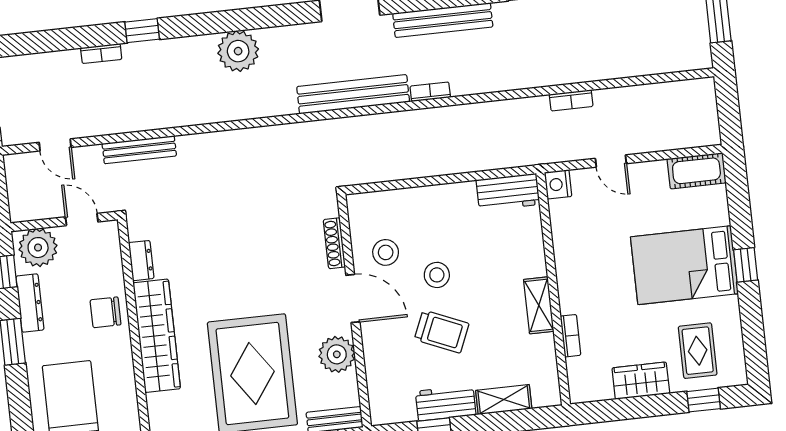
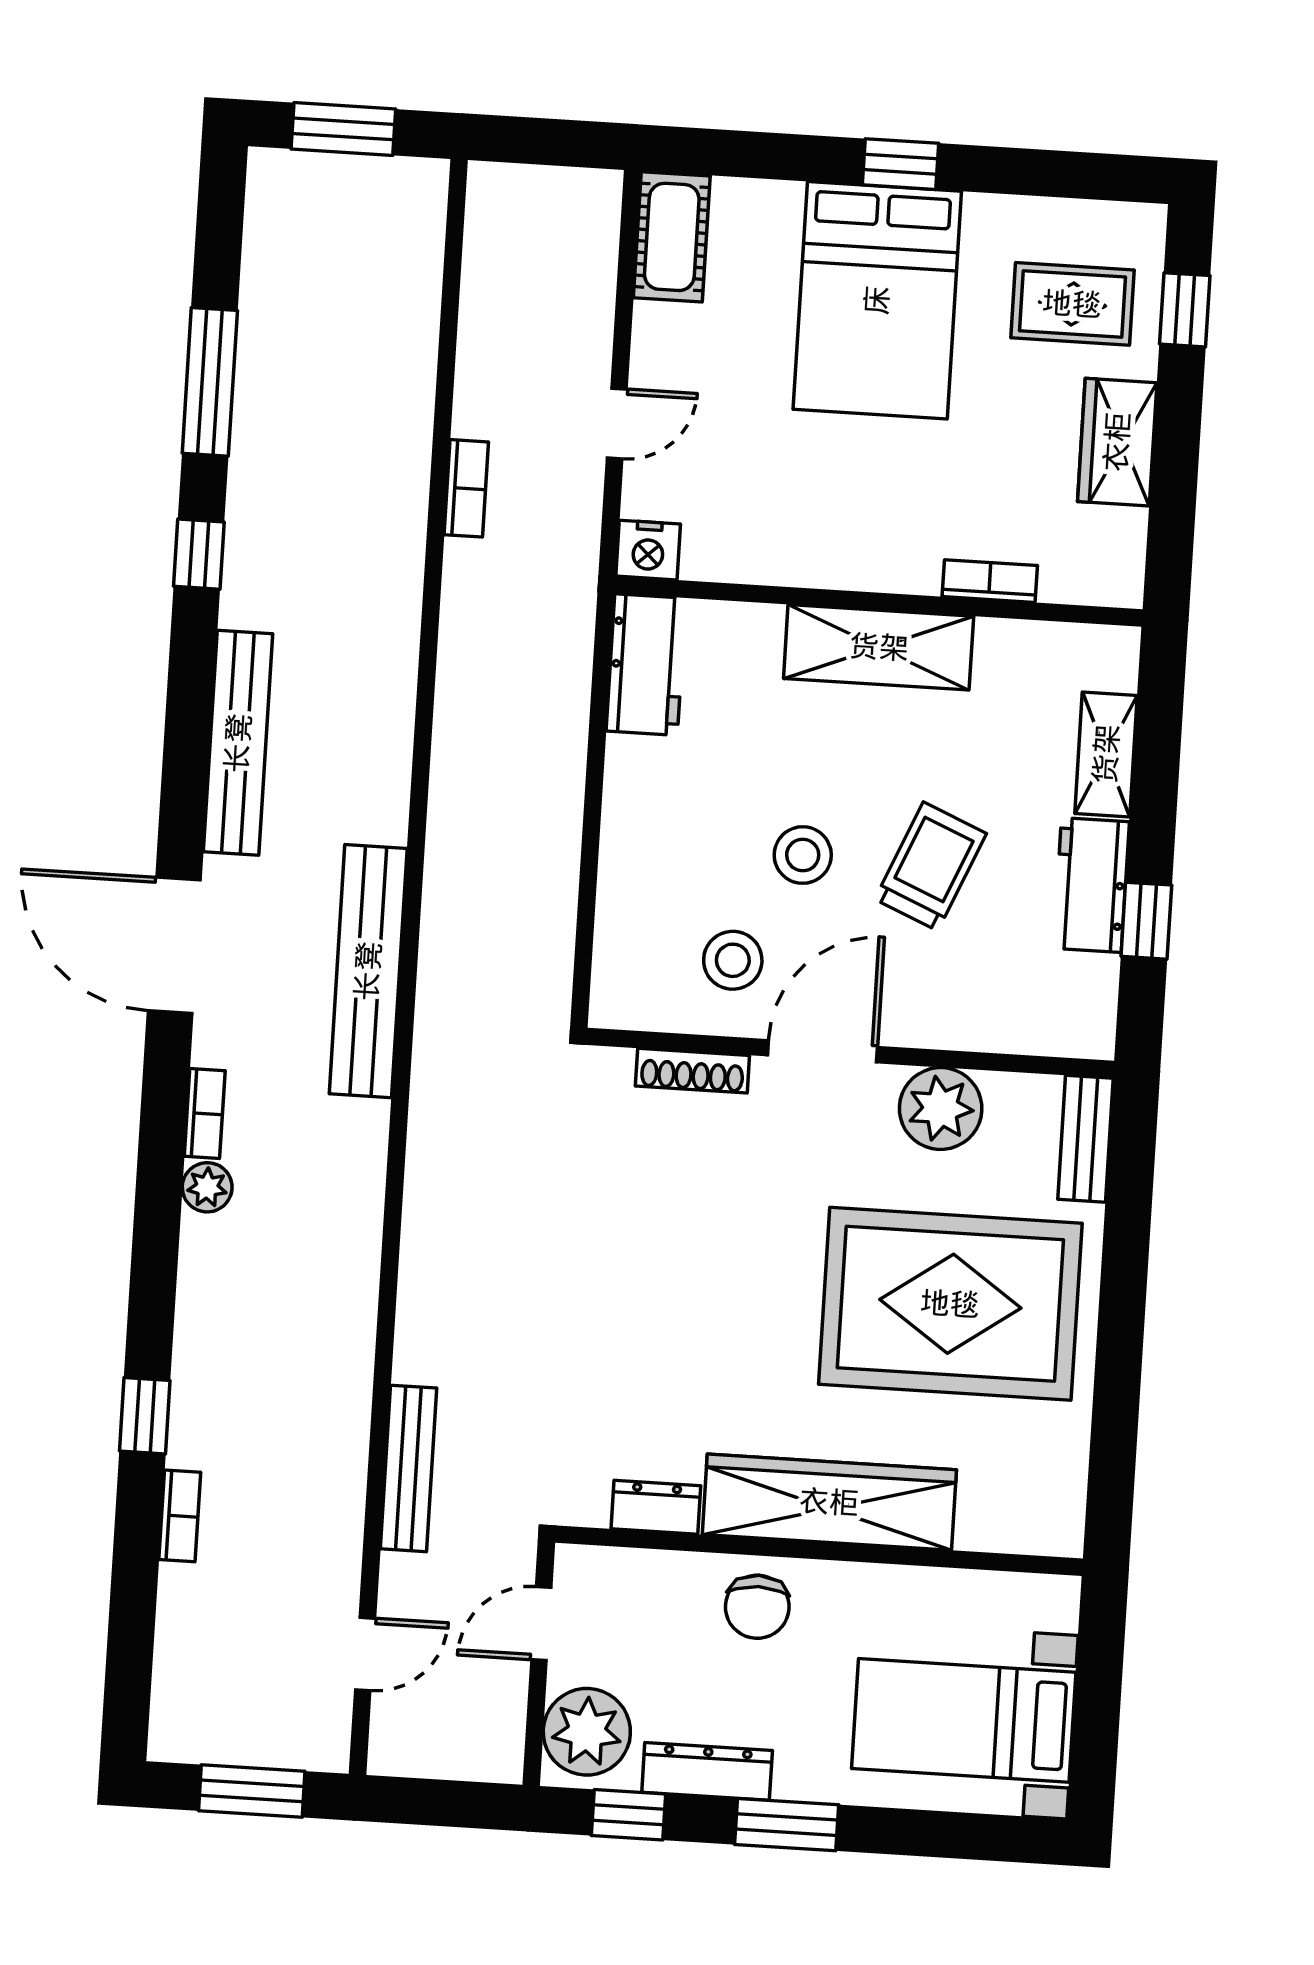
plant: (238, 51) -> (207, 1187), width x0.53, depth x0.53
bookcase: (430, 92) -> (205, 1114), moved, turned 180
shelving: (539, 305) -> (879, 647), width x1.50, depth x1.33

